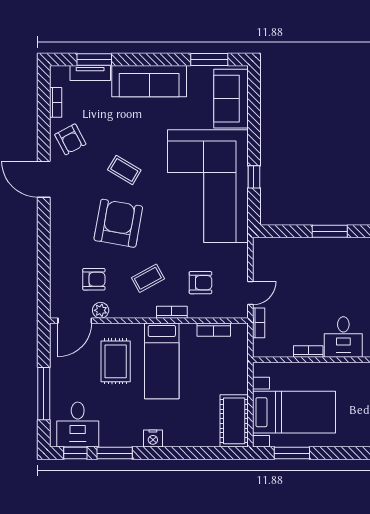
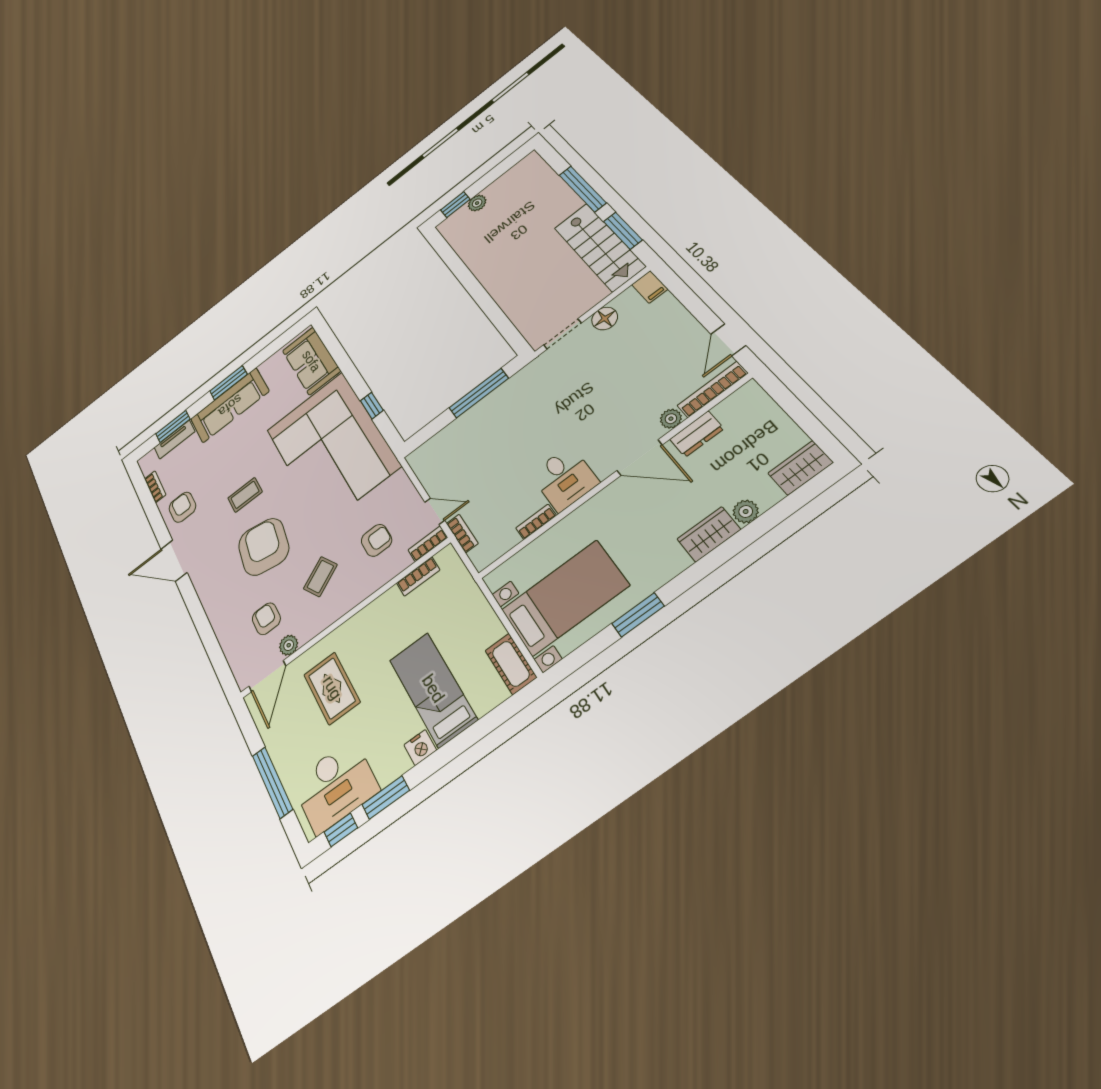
window: (209, 59) -> (228, 383), moved
armchair: (70, 139) -> (182, 507), turned -152
coffee table: (124, 170) -> (245, 495), turned -31
window: (330, 231) -> (479, 393), width x1.44
armchair: (94, 279) -> (266, 619), turned -90
door: (250, 293) -> (435, 511), hinge flipped
bookcase: (172, 312) -> (428, 544), moved
bed: (162, 361) -> (433, 689), moved, turned 180
cot: (234, 421) -> (511, 664), width x0.73, depth x0.75
desk: (78, 425) -> (335, 786), width x1.37
window: (292, 453) -> (638, 615), moved

